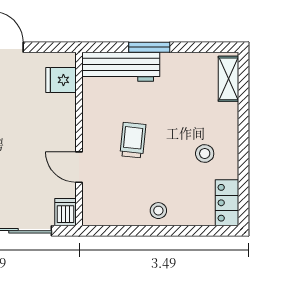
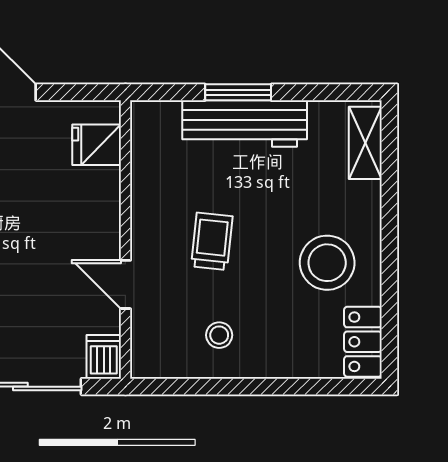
workbench: (121, 67) -> (245, 123), moved
stool: (205, 153) -> (327, 263), width x1.89, depth x1.89
stool: (158, 211) -> (219, 335), moved

